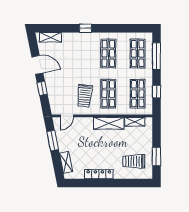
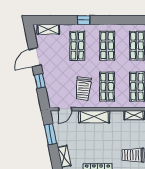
shop shelf: (79, 53) -> (77, 46), added
door: (37, 65) -> (35, 57), swing flipped
shelving: (109, 123) -> (94, 117), moved

